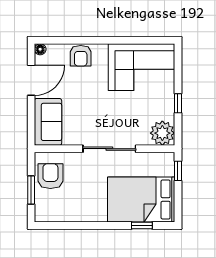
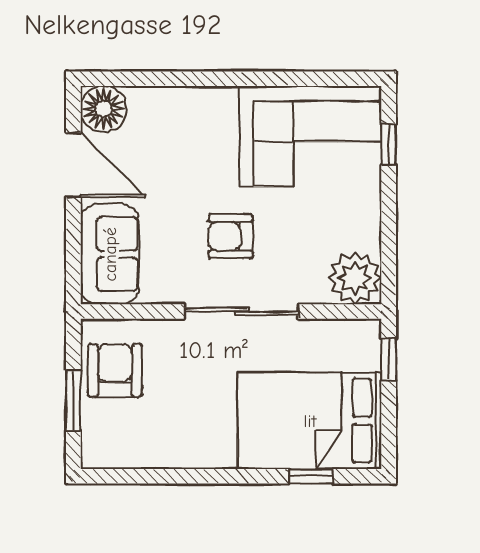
floor lamp: (40, 49) -> (104, 109), width x1.89, depth x1.89
armchair: (81, 56) -> (231, 236), moved, turned 90
door: (31, 80) -> (73, 165), hinge flipped
window: (178, 103) -> (389, 144), moved

